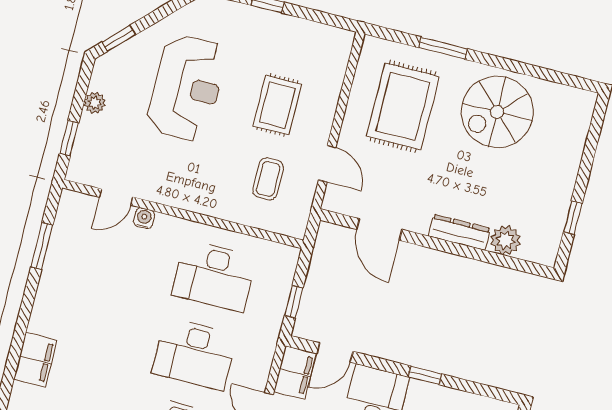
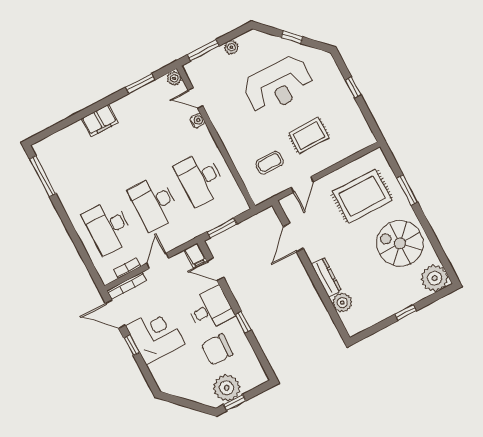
window: (119, 38) -> (292, 37), moved
plant: (573, 108) -> (434, 278), added
window: (69, 138) -> (203, 50), width x1.50
plant: (71, 201) -> (174, 78), added
window: (573, 218) -> (405, 313), moved
window: (294, 302) -> (222, 228), width x1.50
filing cabinet: (35, 360) -> (100, 121), moved
filing cabinet: (295, 373) -> (195, 255), width x0.50

